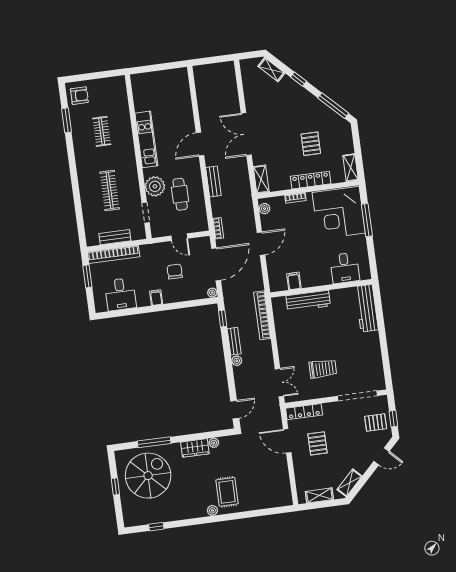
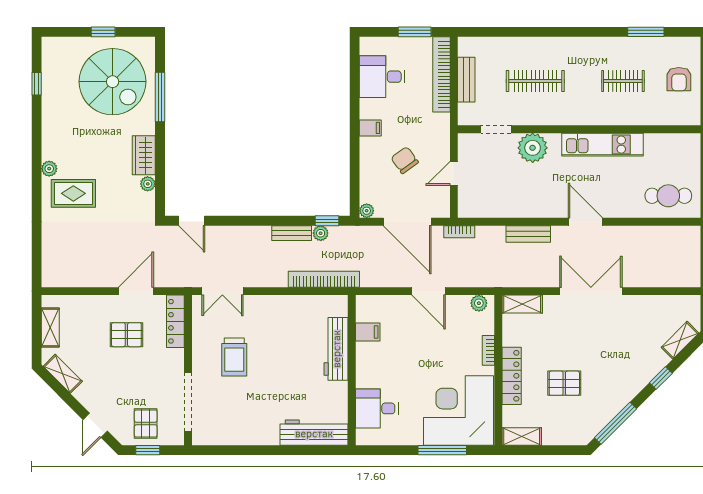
armchair: (79, 96) -> (679, 79), moved
cafe table: (180, 194) -> (668, 196), moved
chair: (175, 272) -> (405, 160), turned -126
plant: (237, 361) -> (321, 233), moved

